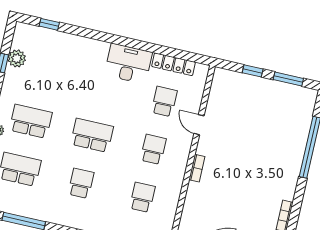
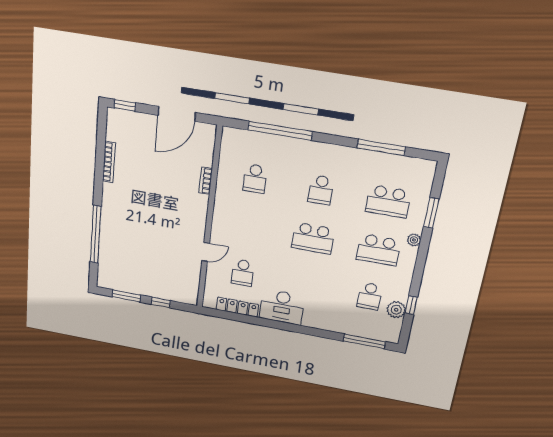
window: (49, 24) -> (364, 341), width x2.17
door: (199, 125) -> (206, 252), hinge flipped
school desk: (153, 149) -> (369, 296), moved
bookcase: (197, 168) -> (206, 181), moved

